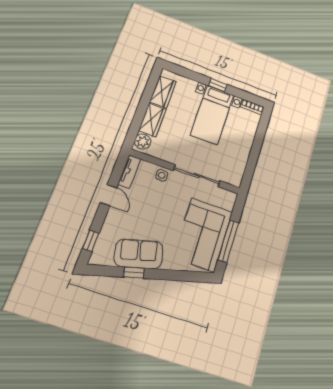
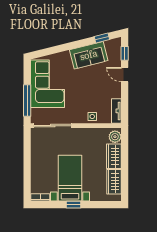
sliding door: (197, 176) -> (53, 126), moved
door: (109, 195) -> (125, 75), moved
window: (228, 241) -> (27, 101), moved
window: (134, 273) -> (102, 38), moved

